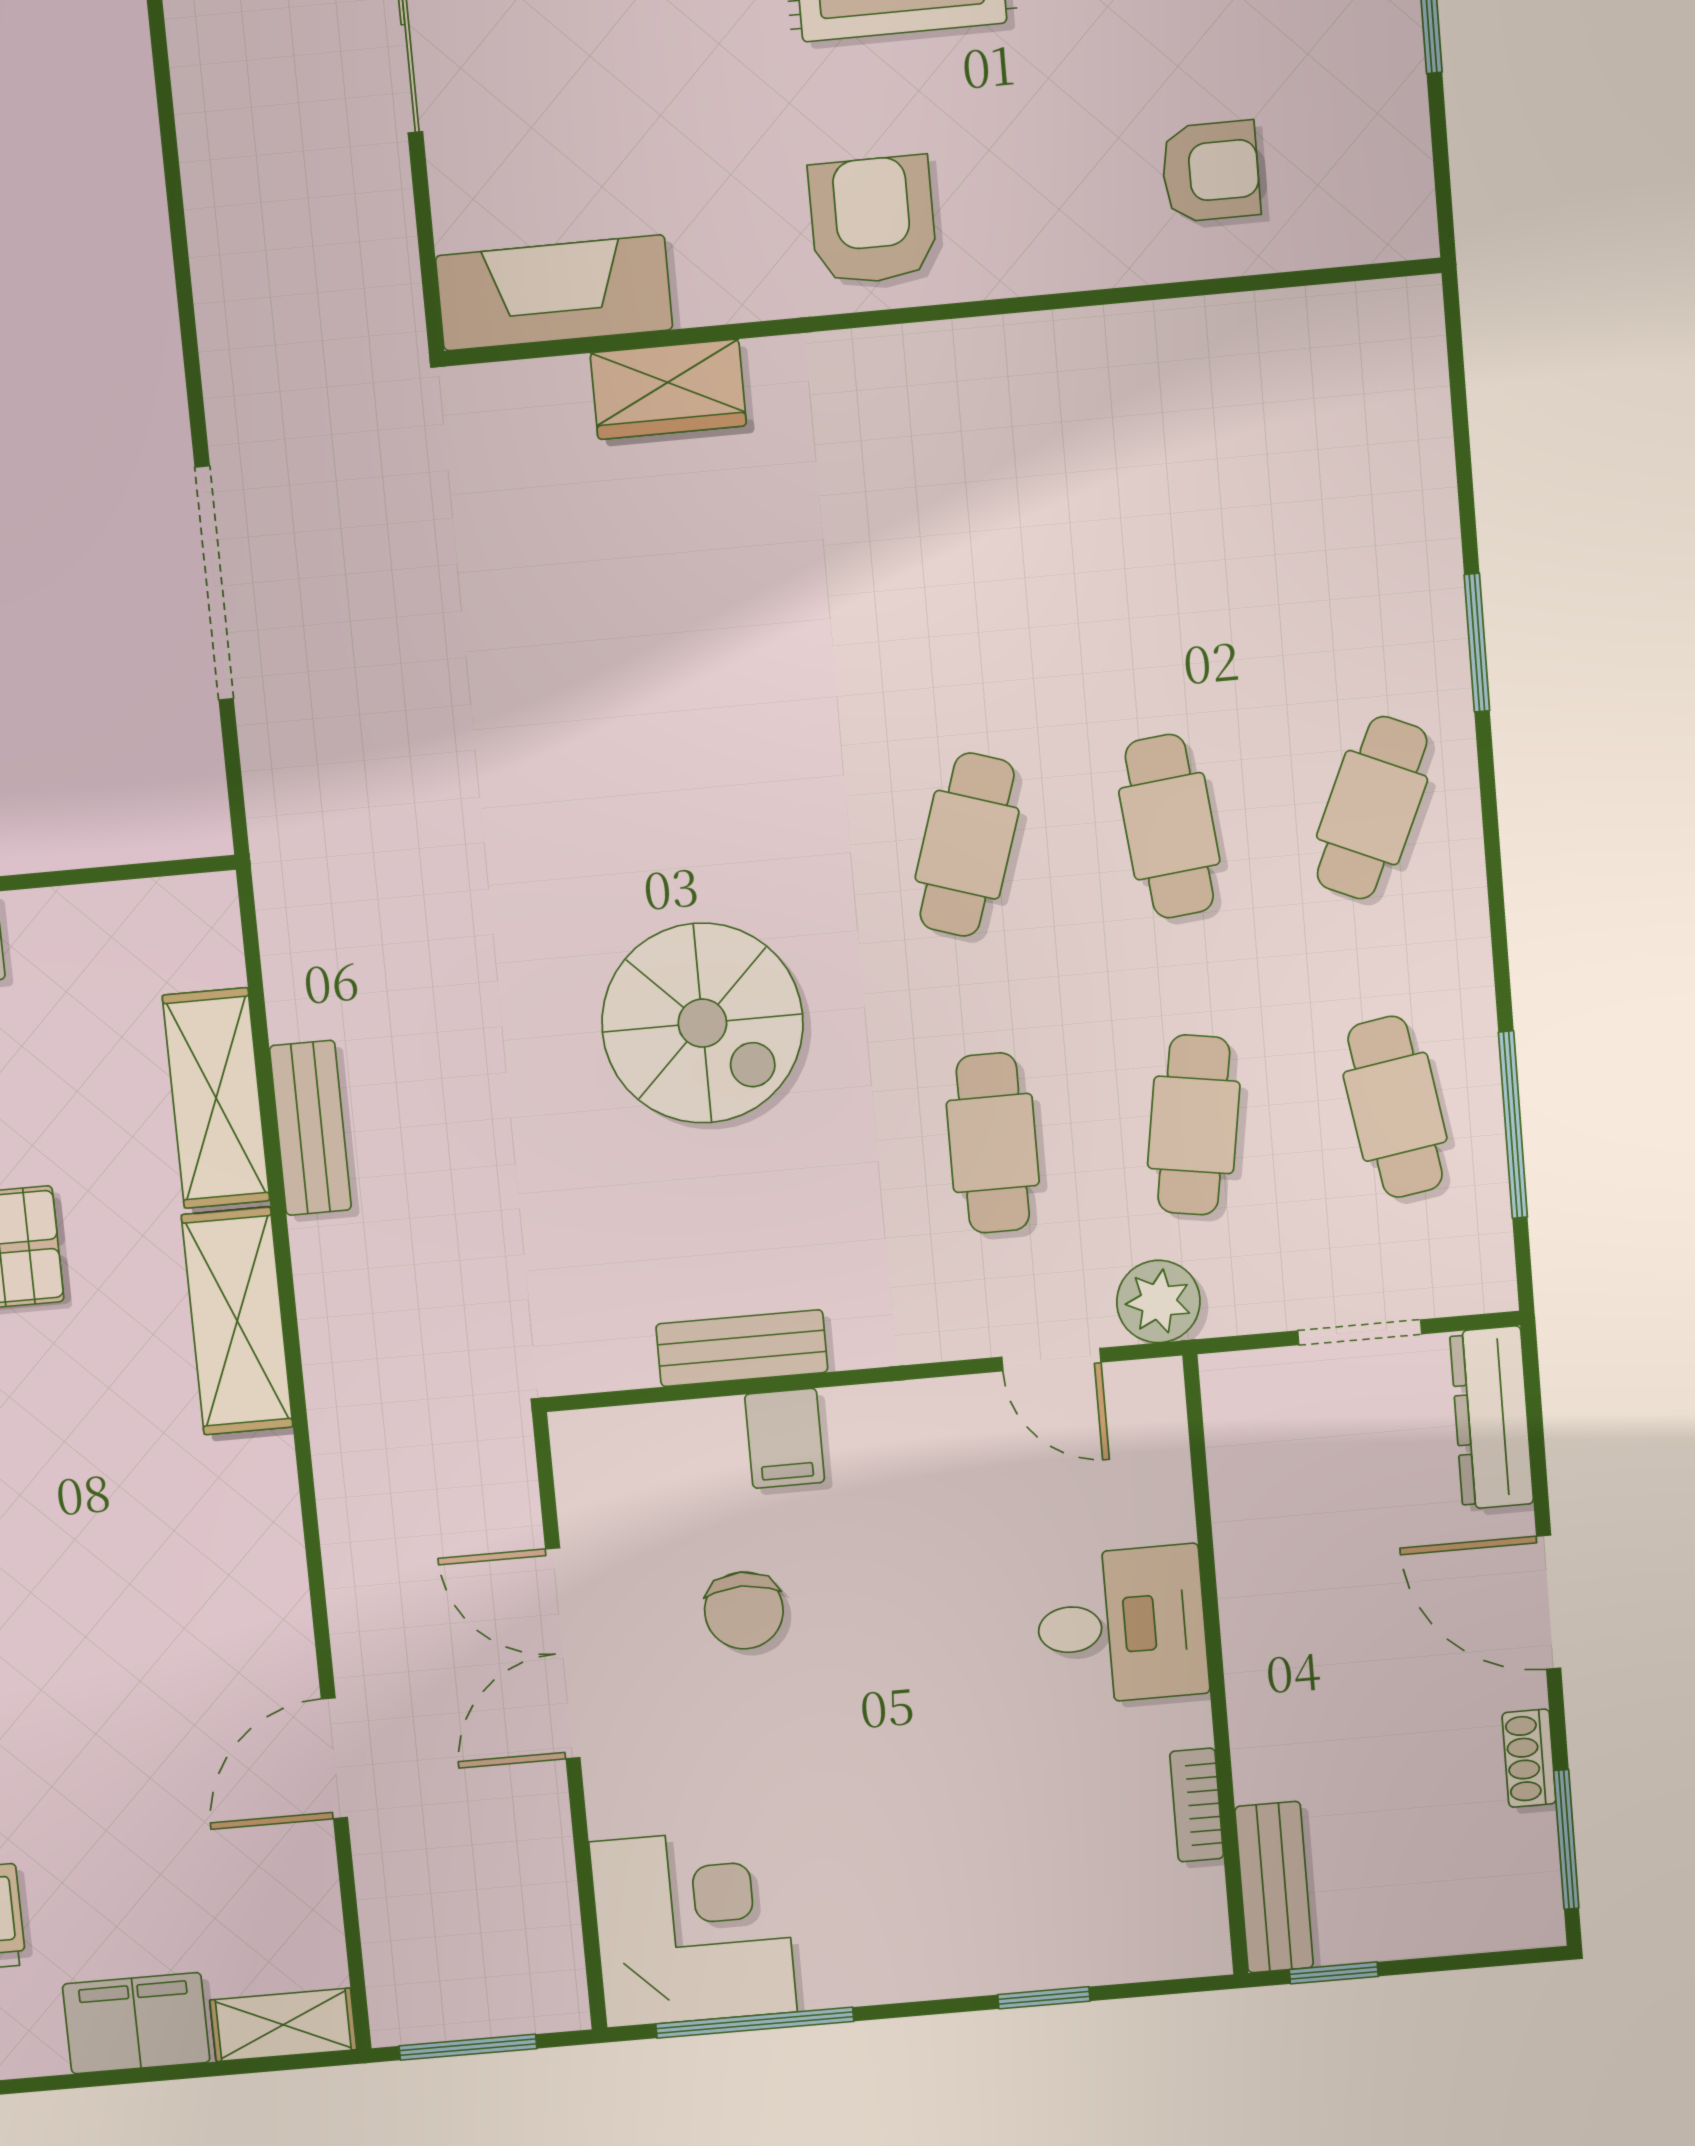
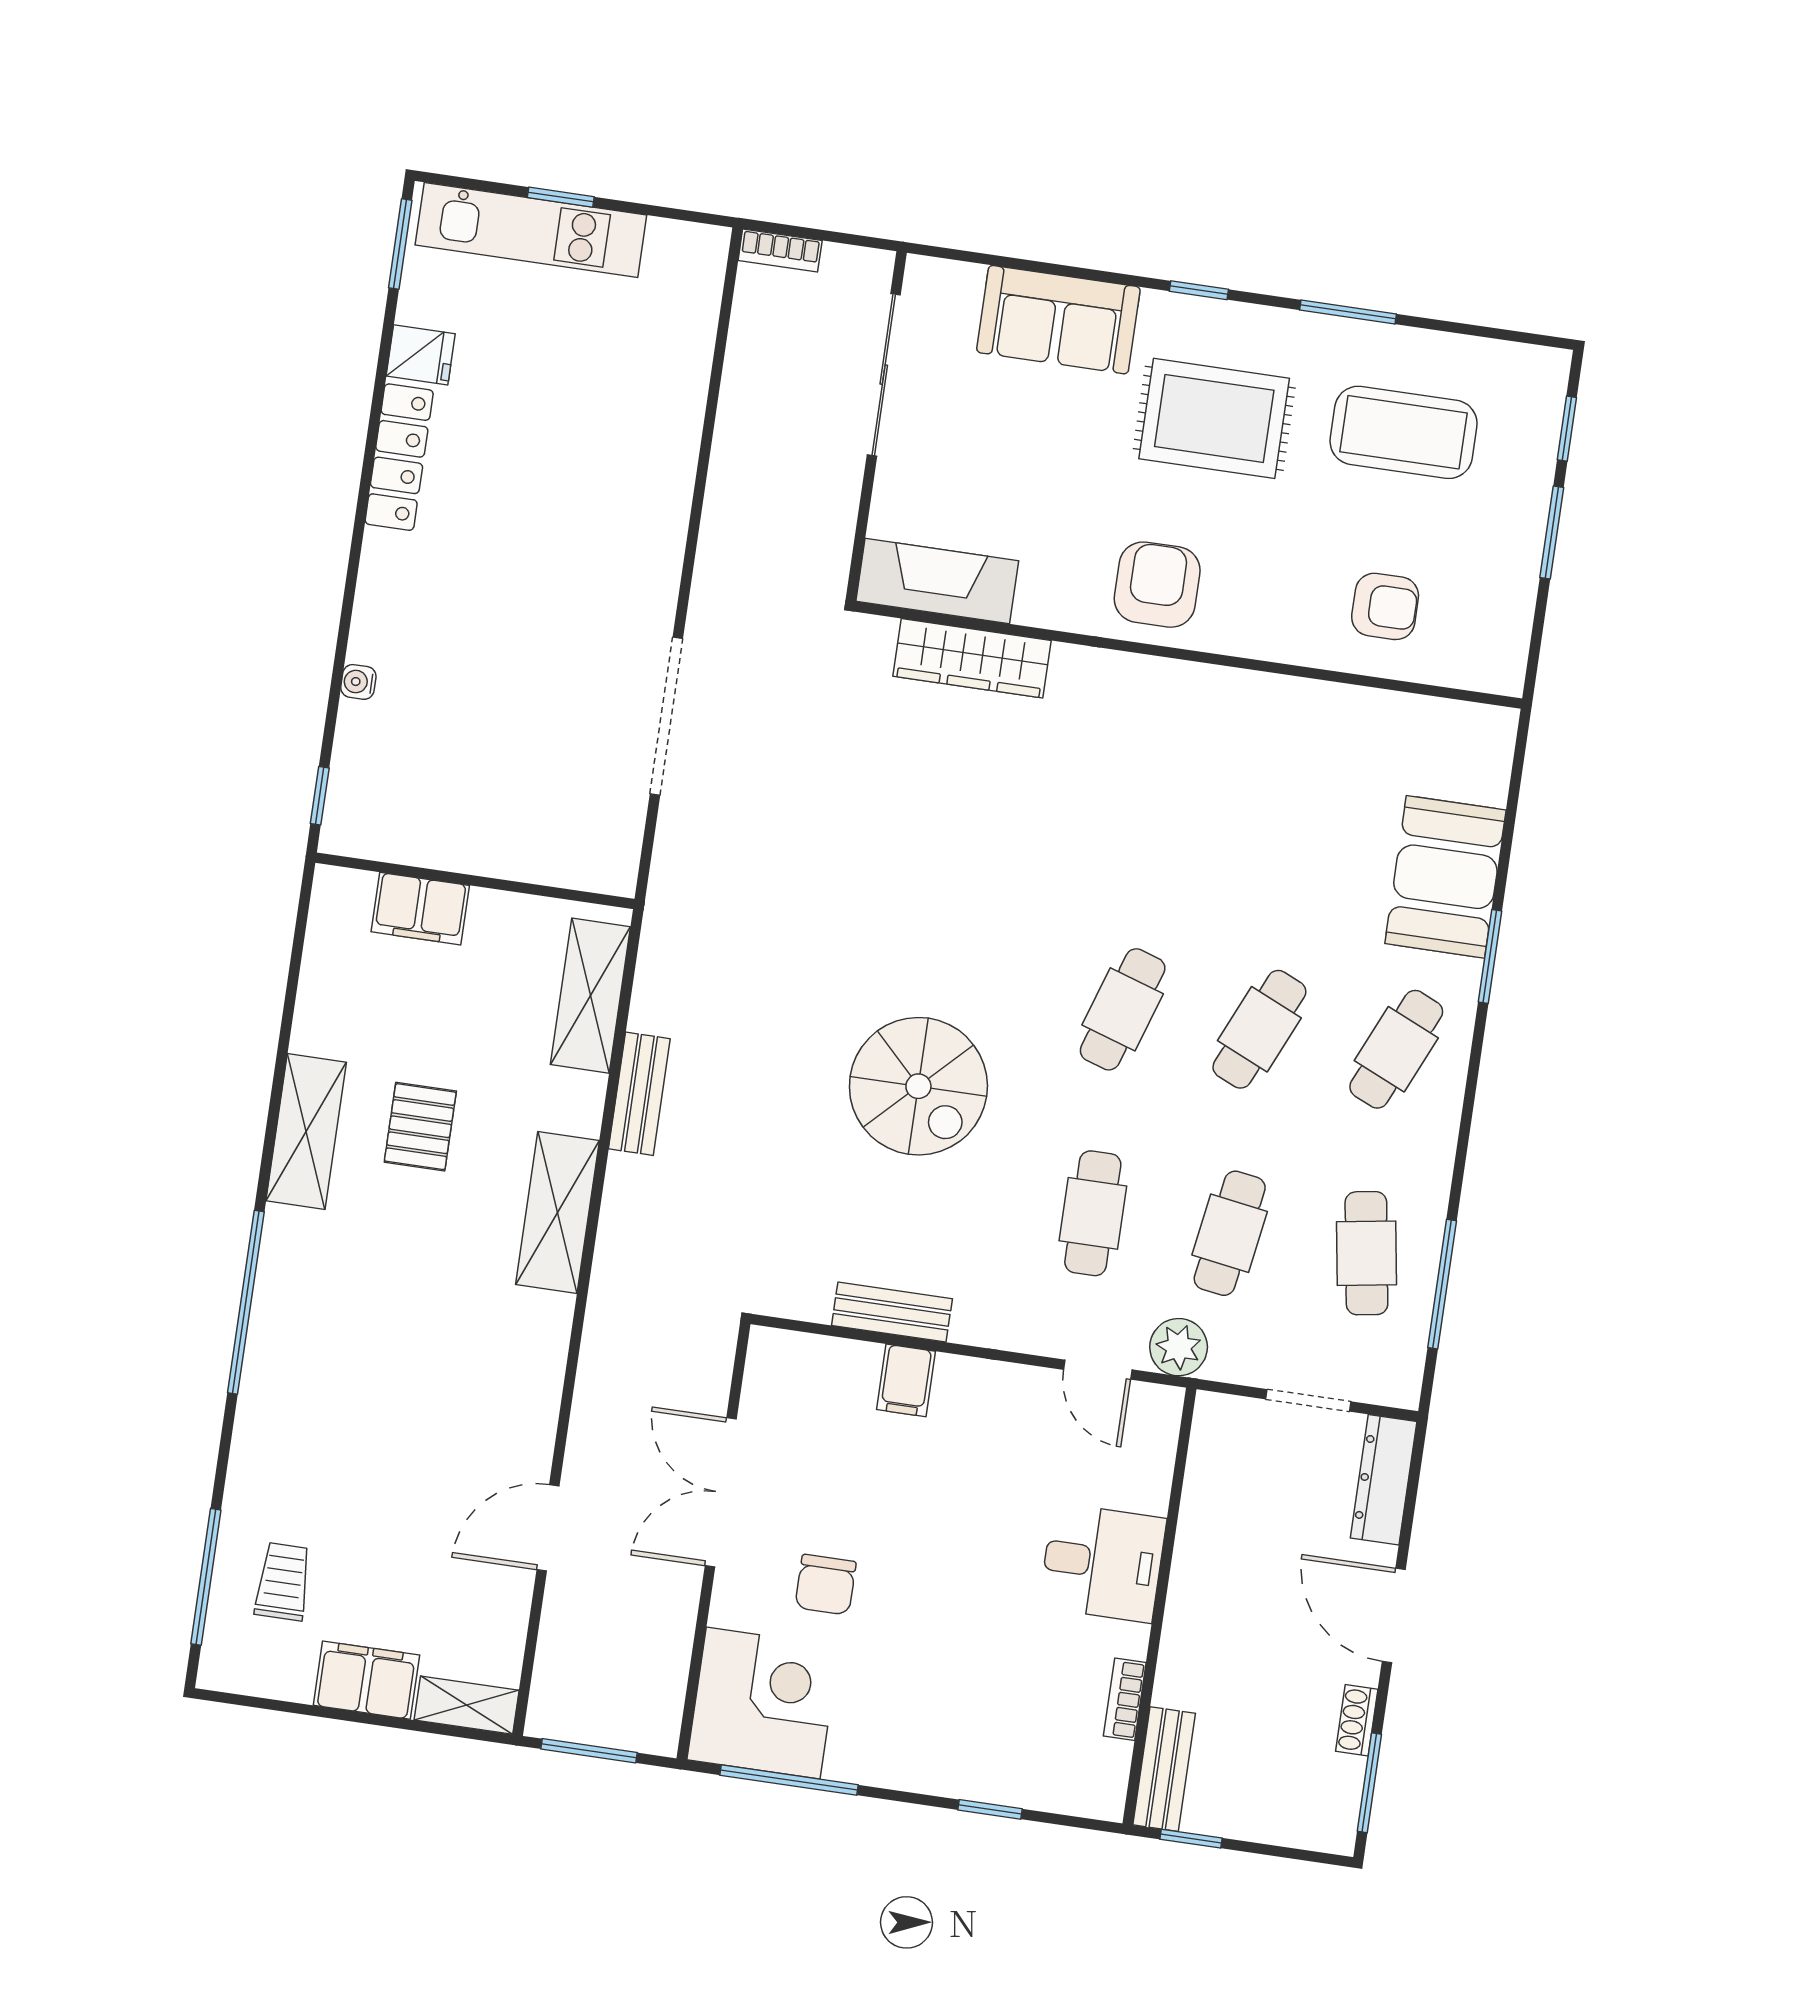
wardrobe: (668, 389) -> (972, 658), width x1.50
booth: (1387, 543) -> (1445, 877), added
cafe table: (1169, 826) -> (1259, 1029), turned 30
shelving: (216, 1098) -> (590, 996), moved
chair: (744, 1610) -> (826, 1585), moved

